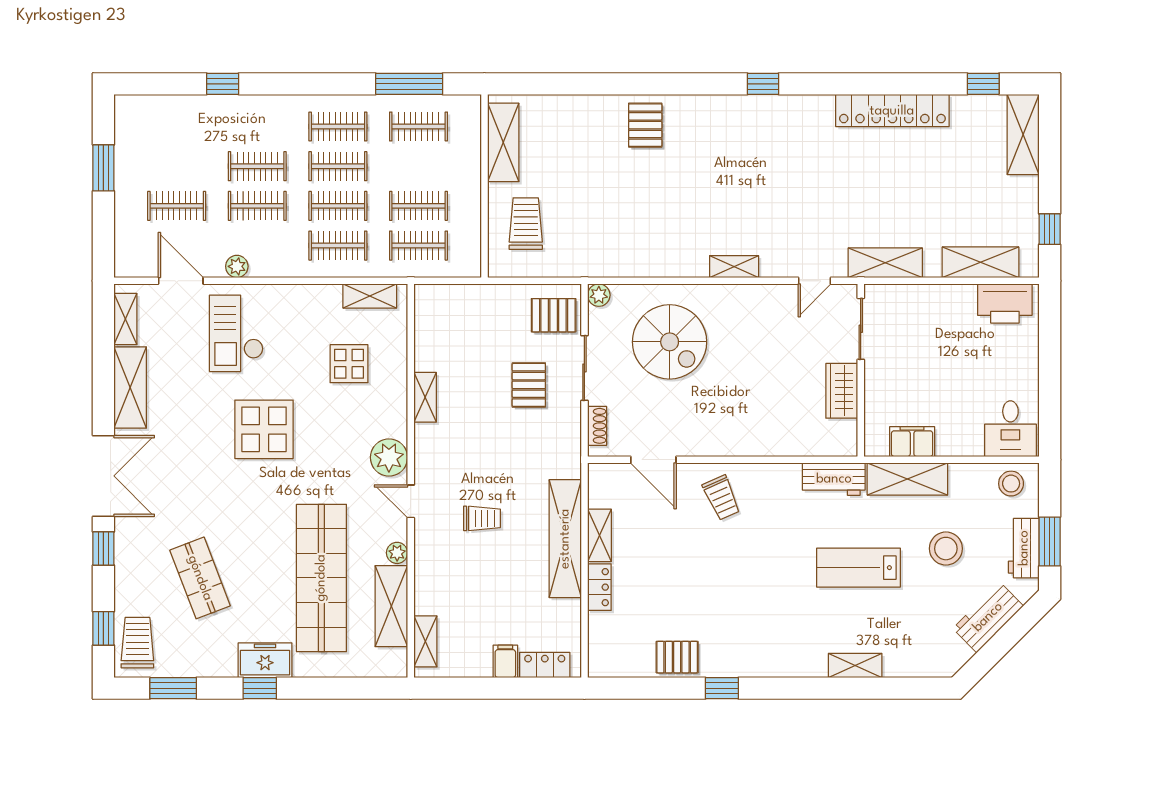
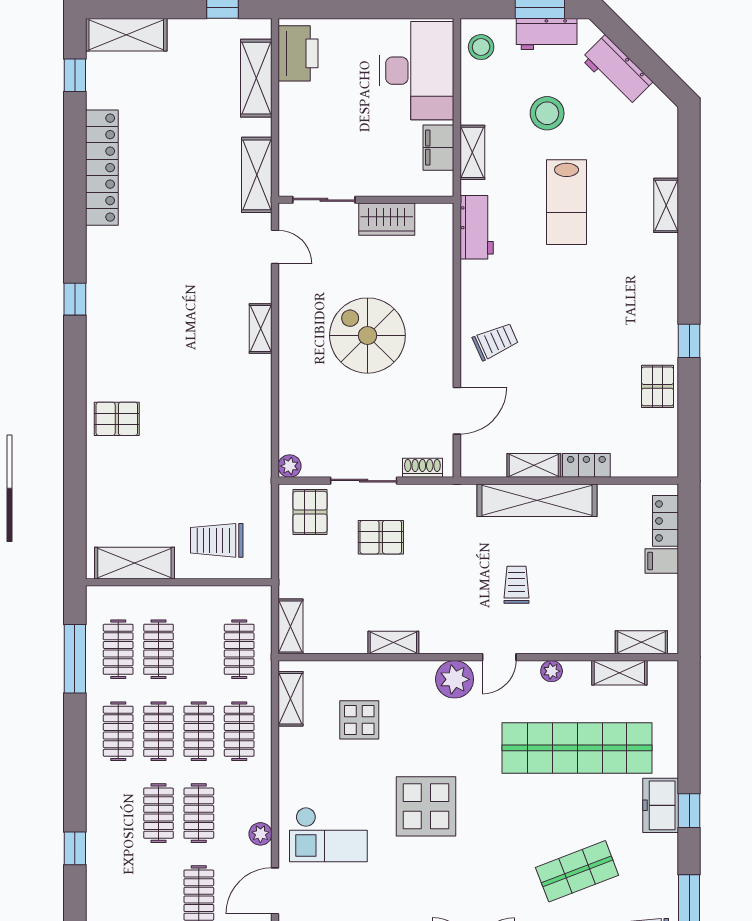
clothes rail: (419, 206) -> (159, 649), moved
shelving: (441, 296) -> (291, 626), added
spiral stairs: (670, 342) -> (367, 336), moved, turned -90
desk: (1010, 429) -> (417, 71), width x1.87, depth x1.30
shelving: (907, 479) -> (472, 152), width x0.67, depth x0.75
shelving: (391, 606) -> (619, 673), width x0.67, depth x0.75

